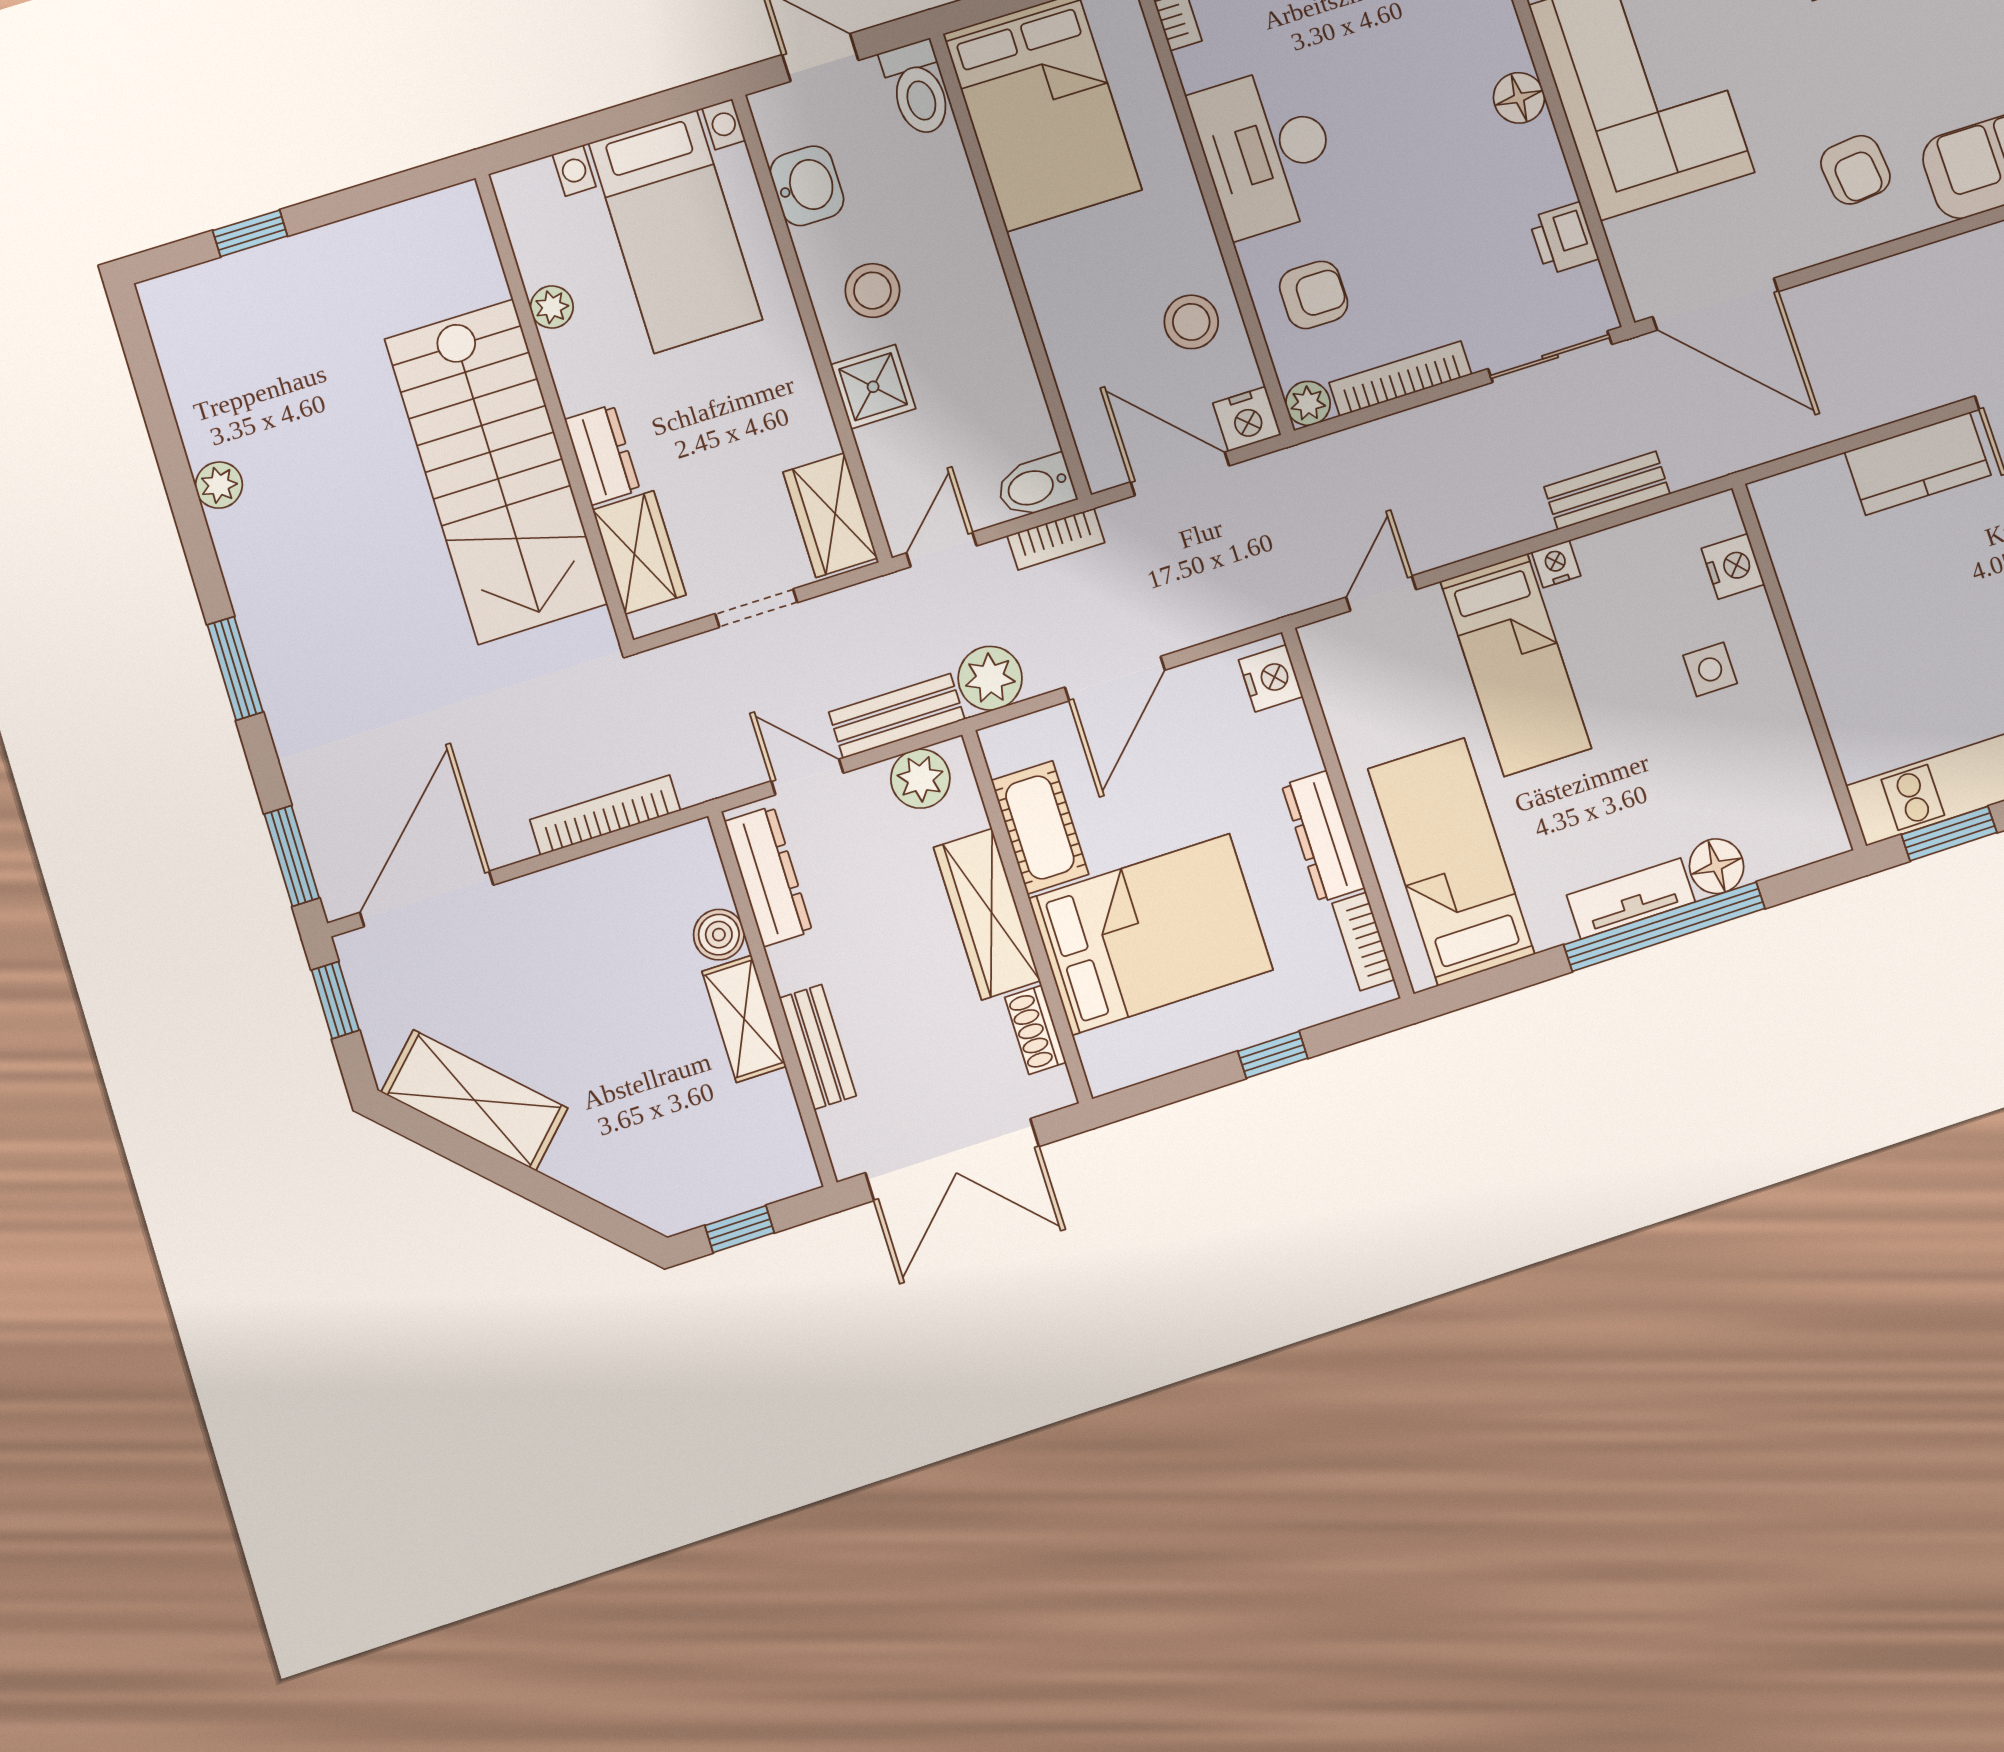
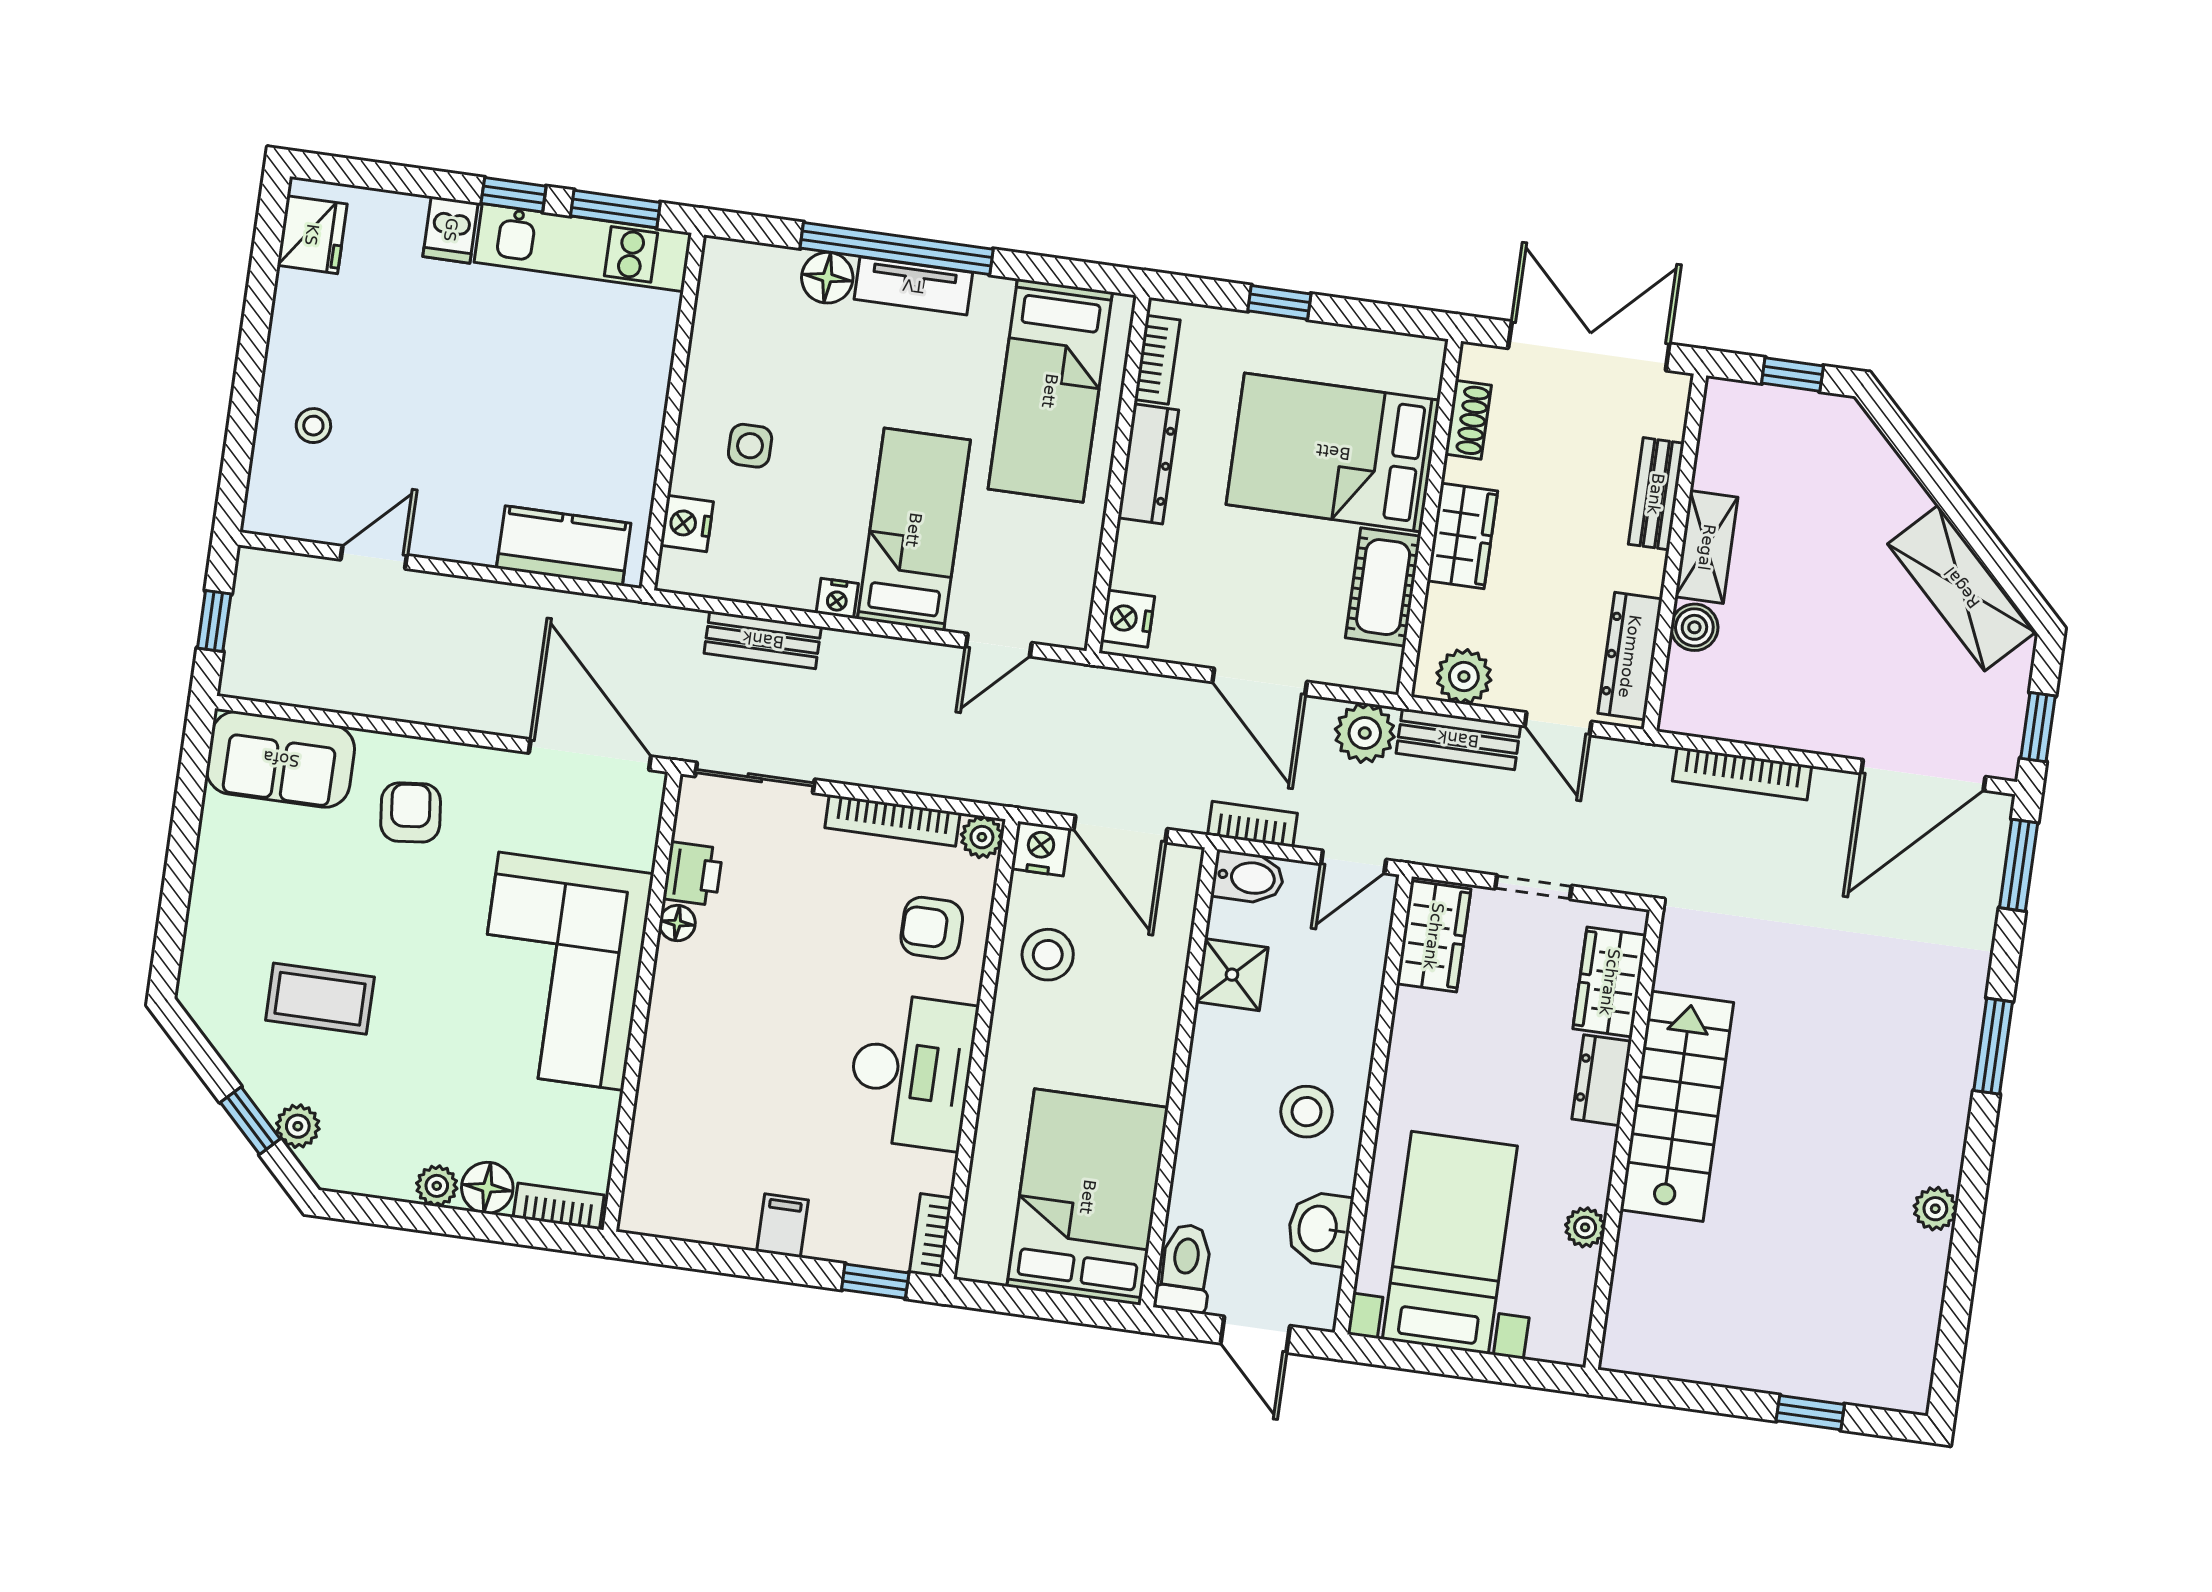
floor lamp: (1519, 98) -> (677, 923), moved, width x0.73, depth x0.73
shower: (873, 387) -> (1232, 975), moved
kitchen counter: (1918, 464) -> (564, 546), moved
stairs: (496, 471) -> (1677, 1106), width x0.73, depth x0.66
door: (1115, 679) -> (1260, 682), swing flipped
wardrobe: (987, 914) -> (1462, 536), width x0.67

